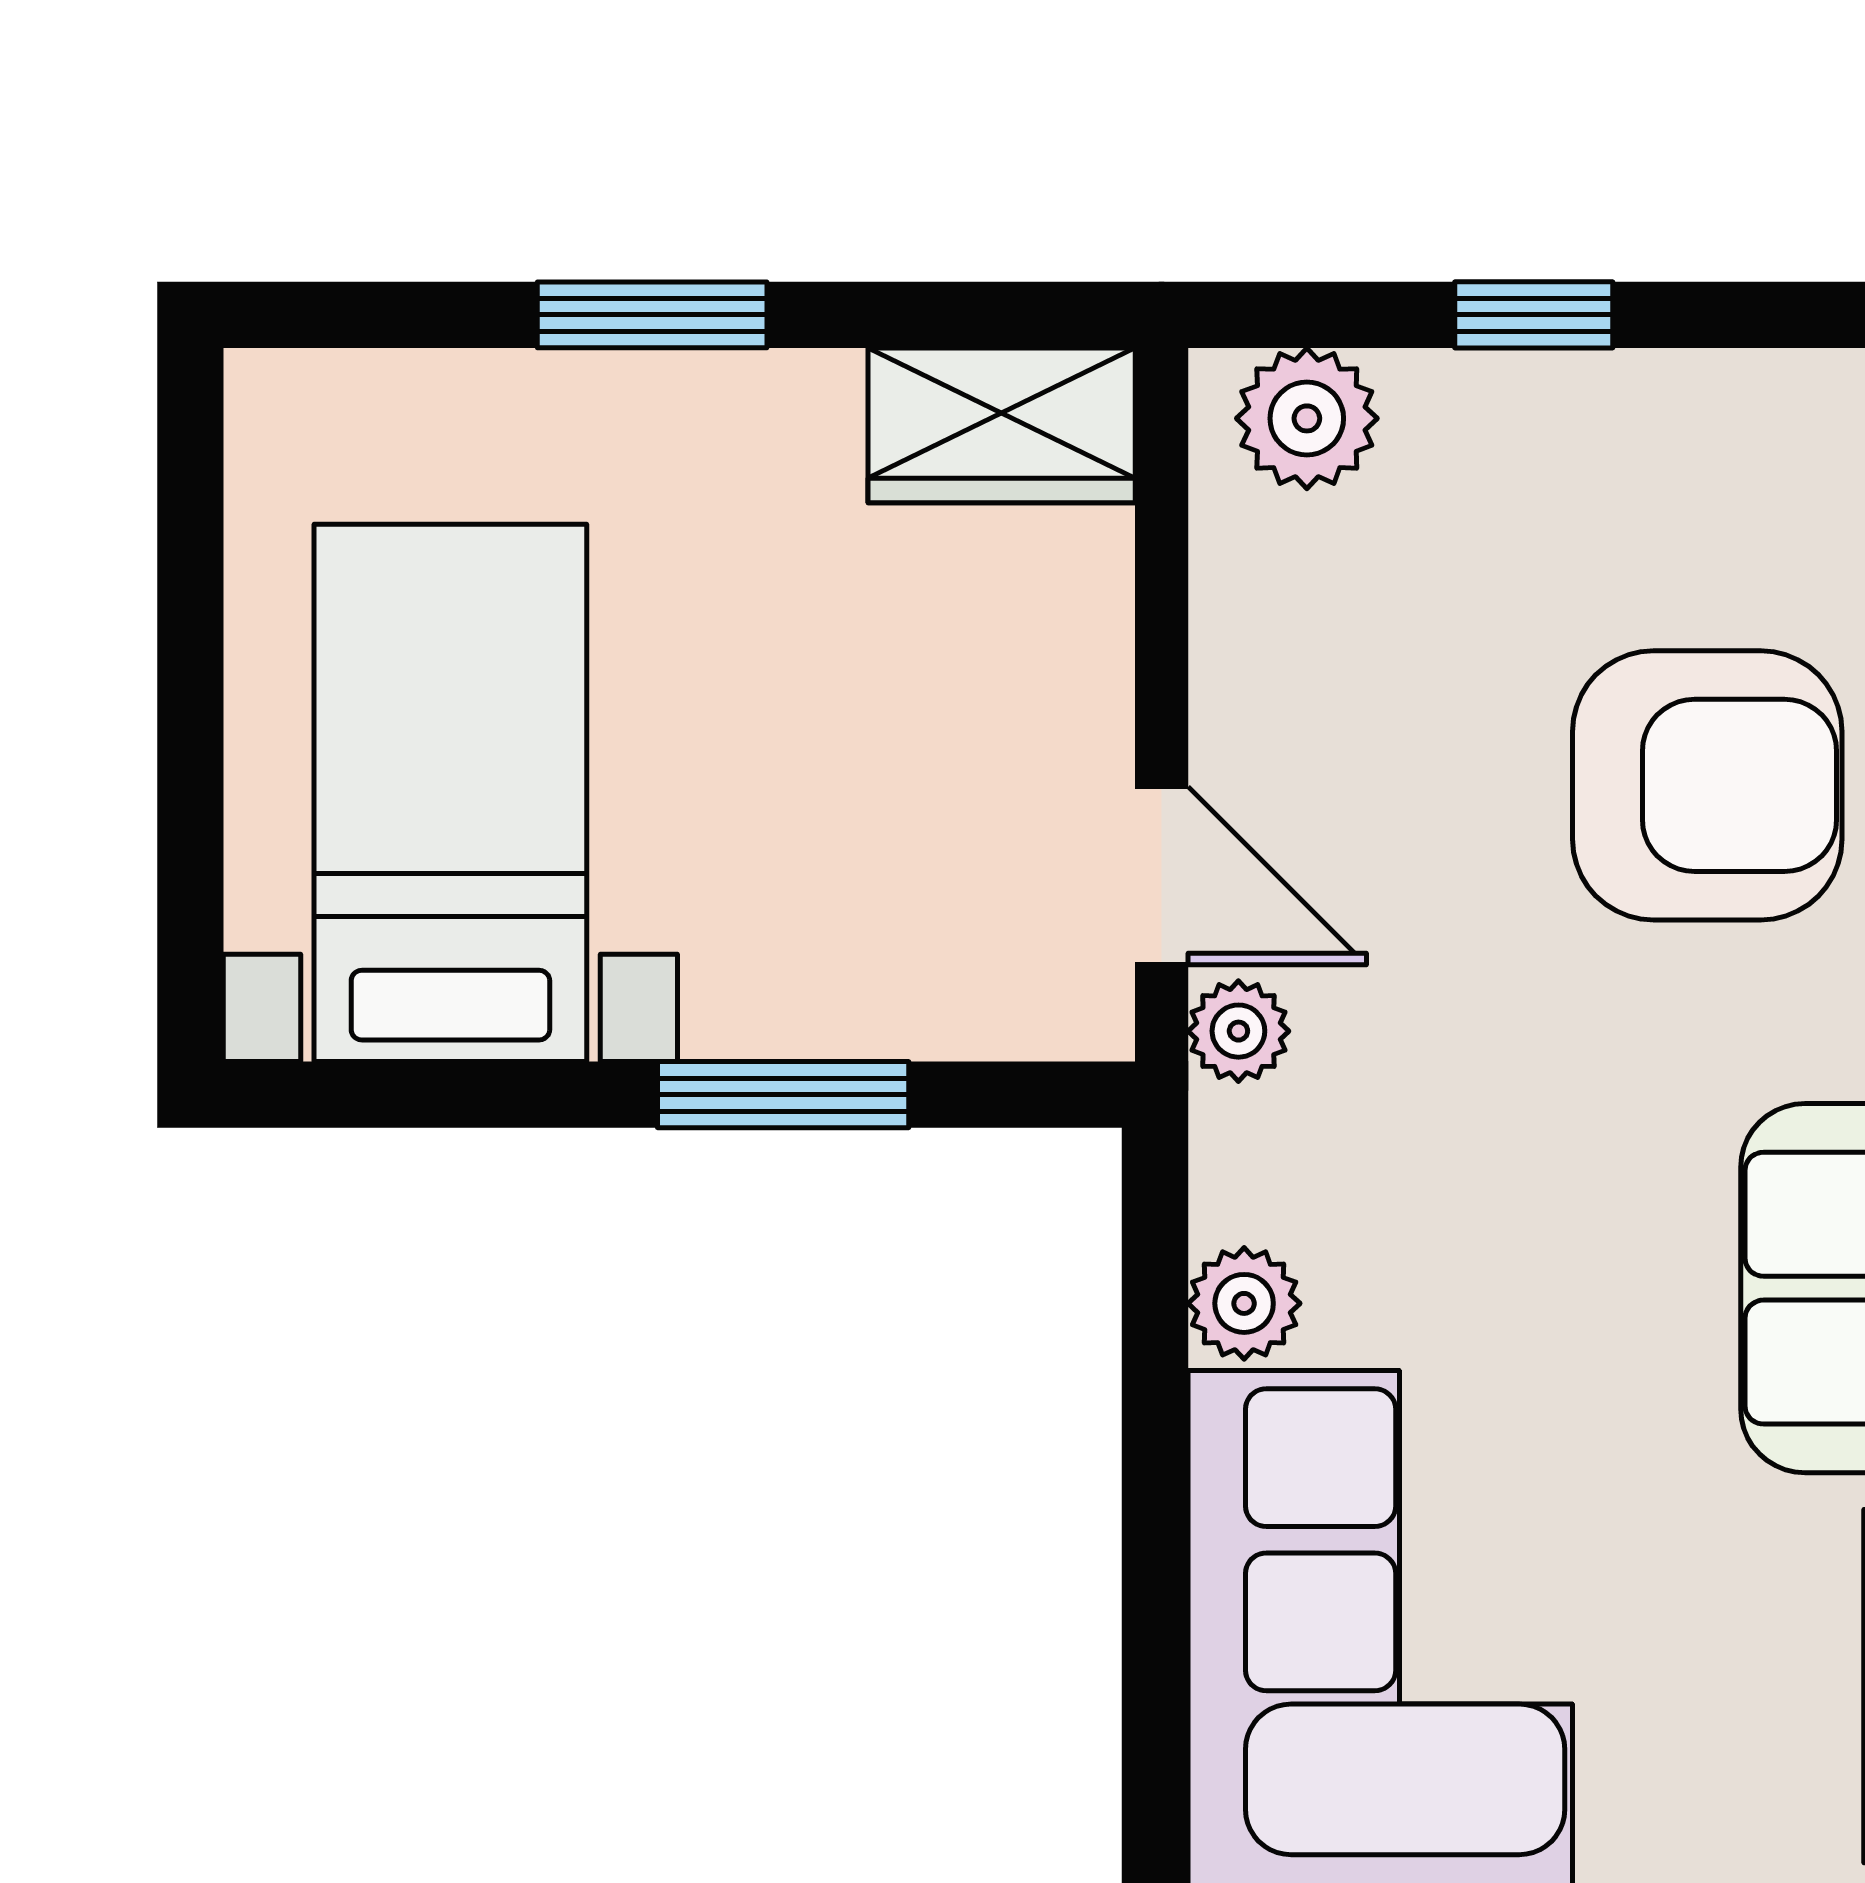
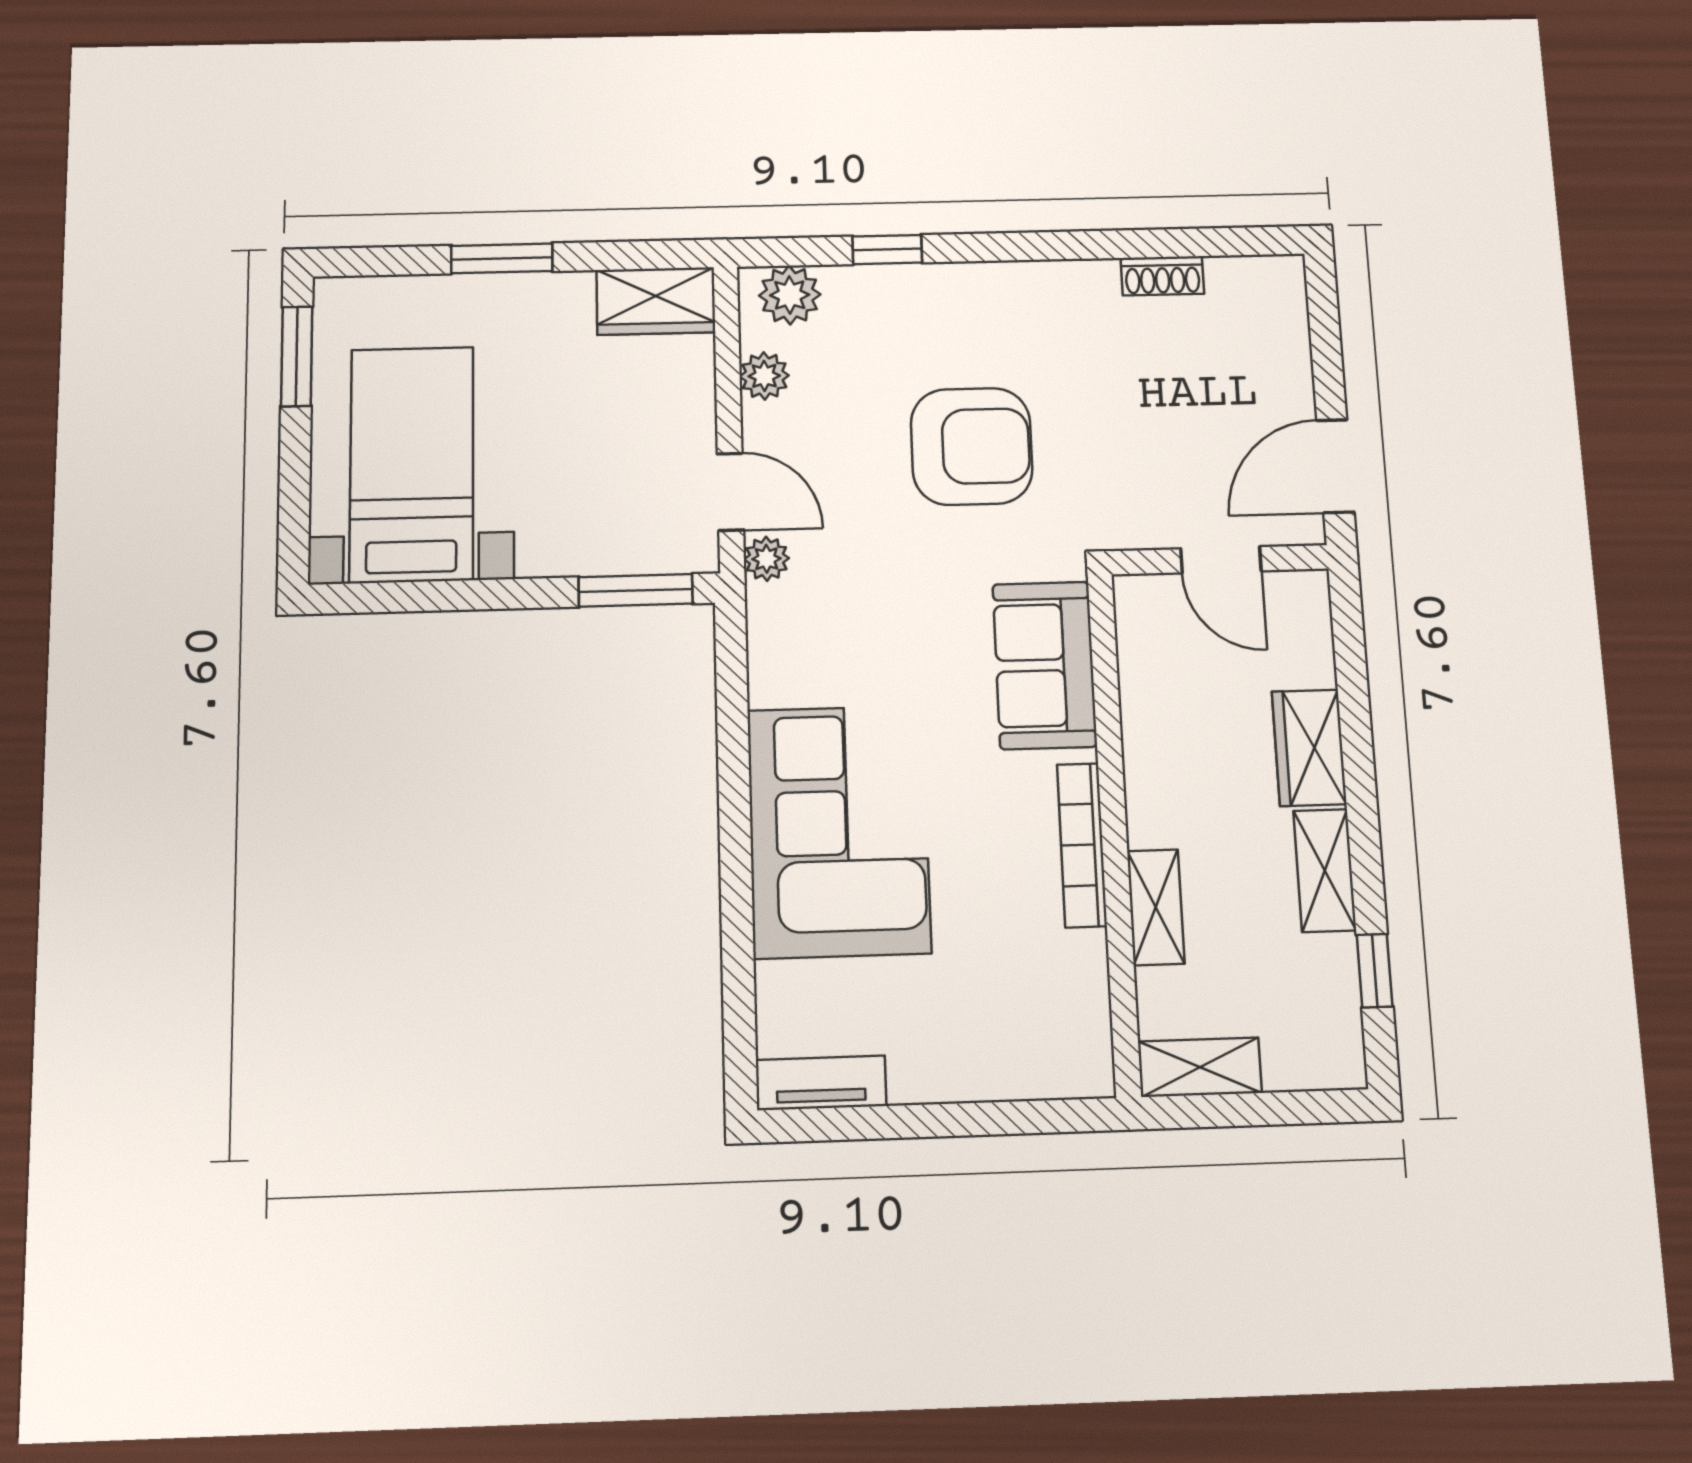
window: (190, 536) -> (297, 356), added
window: (783, 1095) -> (636, 590), moved
plant: (1244, 1303) -> (764, 376), moved

